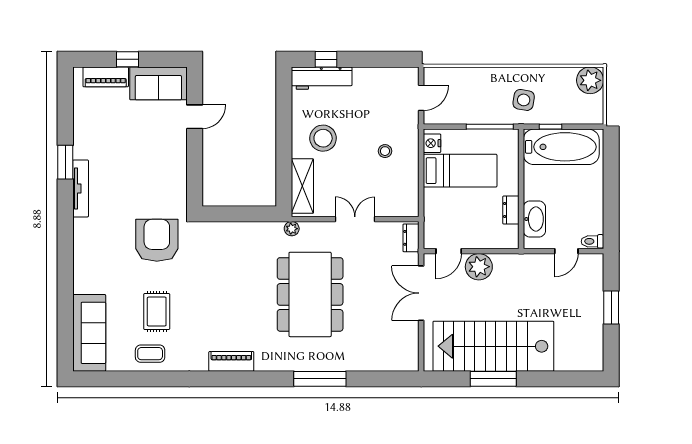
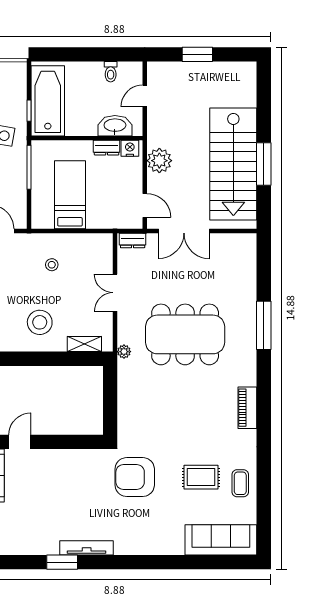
door: (195, 117) -> (20, 442), hinge flipped
nightstand: (432, 143) -> (130, 148), moved, turned 180
shelving: (302, 186) -> (84, 344), width x0.67, depth x0.75
toilet: (592, 241) -> (111, 72), moved
door: (566, 251) -> (145, 96), swing flipped
plant: (479, 267) -> (159, 161), moved

